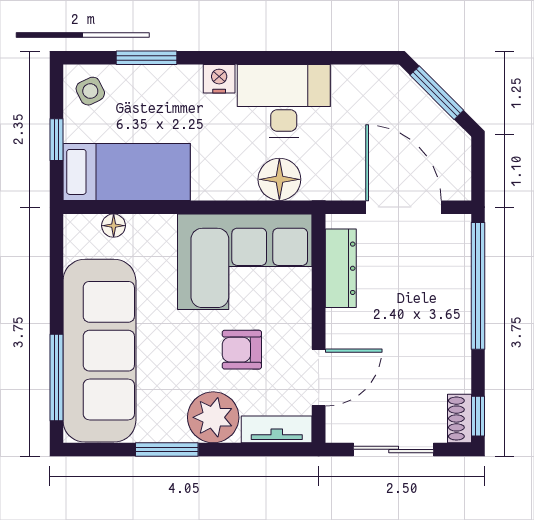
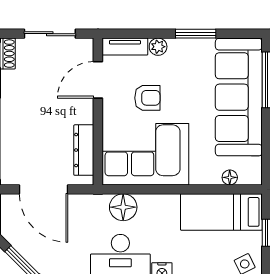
plant: (213, 417) -> (158, 47), width x0.53, depth x0.53

